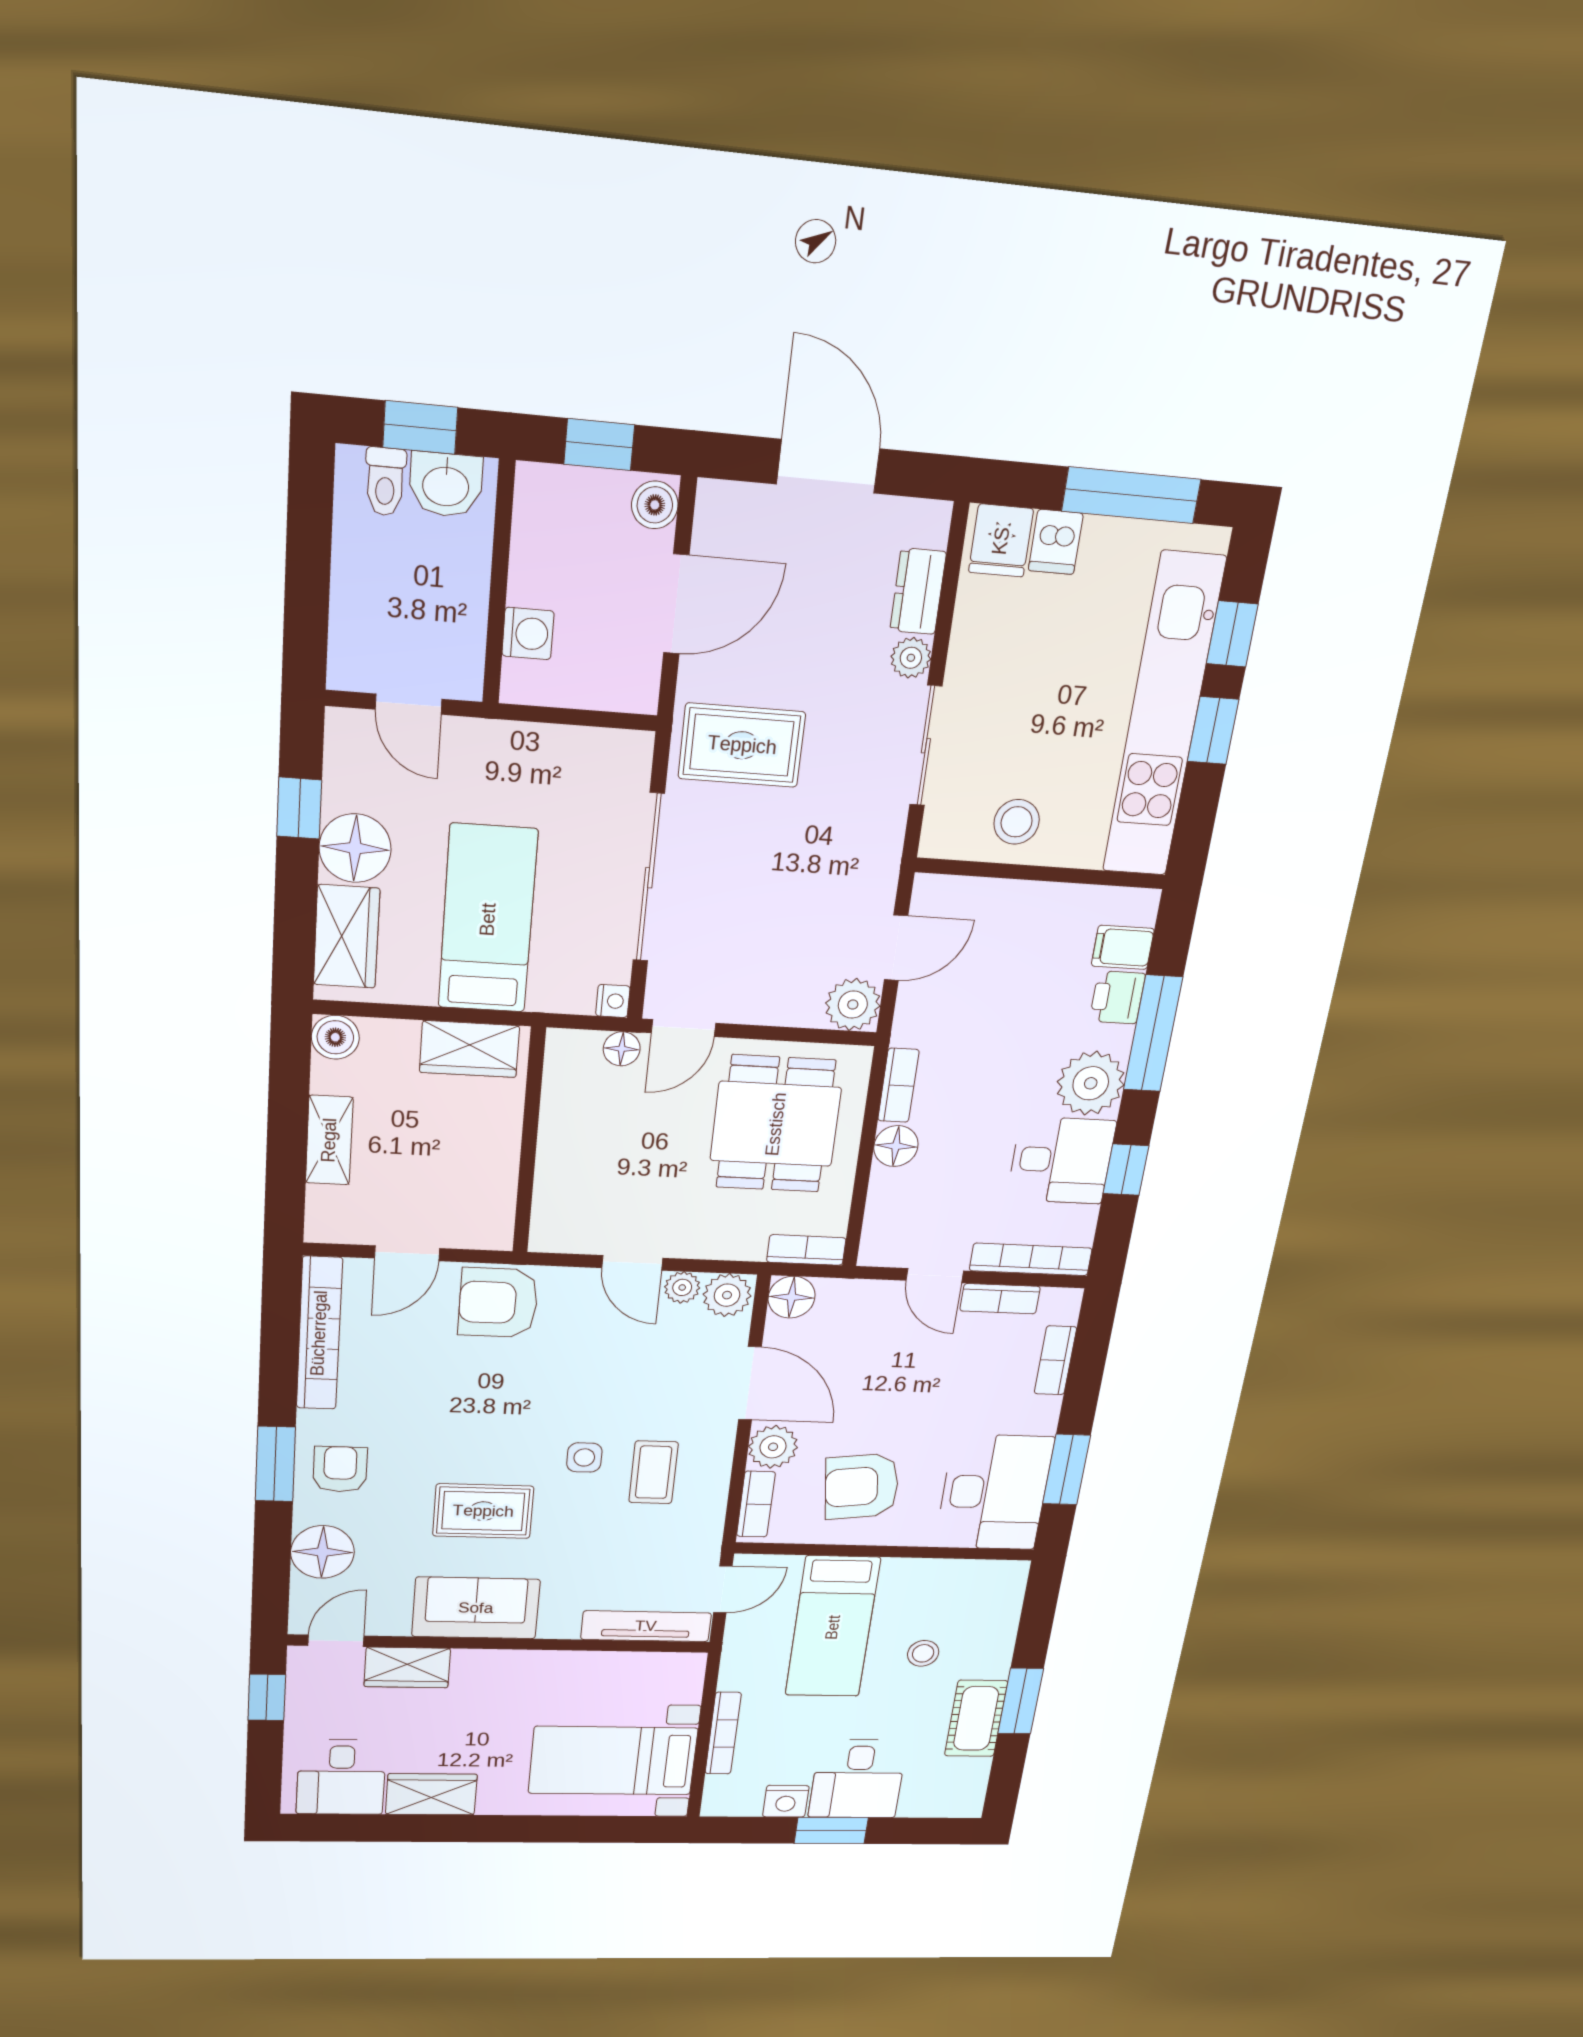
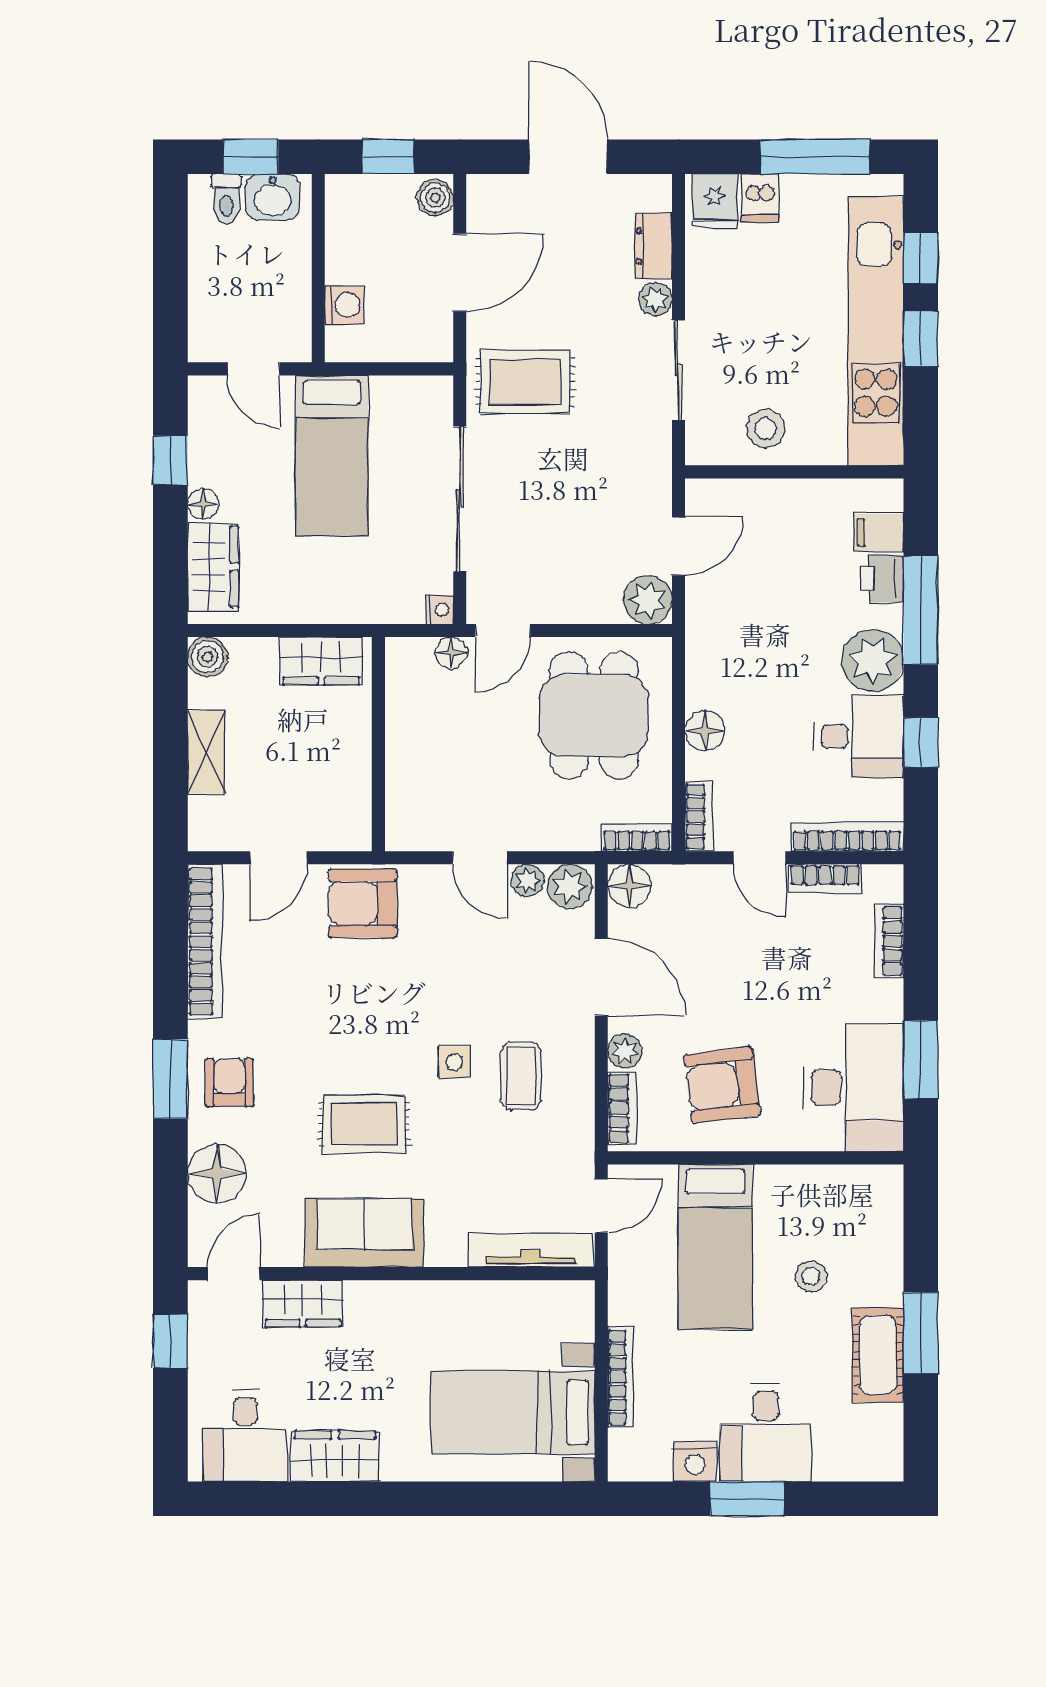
floor lamp: (355, 848) -> (203, 504), width x0.53, depth x0.53
bed: (488, 919) -> (332, 456), moved, turned 180
bookcase: (898, 1085) -> (699, 817), moved
plant: (773, 1447) -> (625, 1051), width x0.73, depth x0.73

